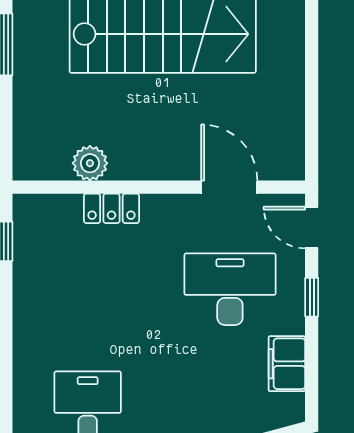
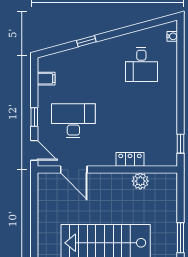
desk: (230, 289) -> (73, 121), turned 180
filing cabinet: (287, 364) -> (46, 79), width x0.50

